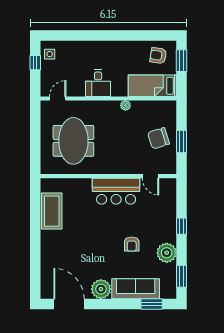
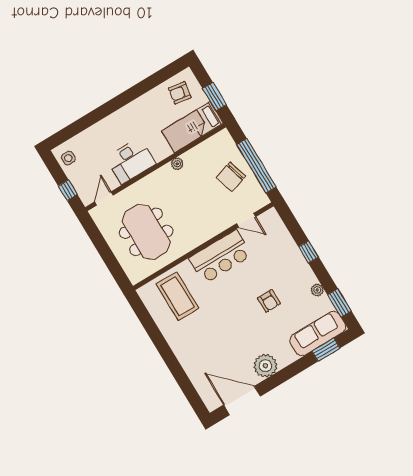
window: (182, 61) -> (215, 97), moved
window: (35, 63) -> (68, 190), moved
desk: (98, 83) -> (131, 161), width x1.37
window: (182, 141) -> (256, 166), width x2.11
coffee table: (52, 211) -> (177, 296), moved
plant: (167, 253) -> (317, 290), width x0.53, depth x0.53
sofa: (136, 289) -> (318, 333), moved

